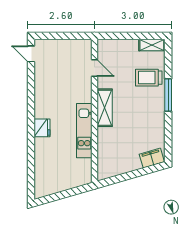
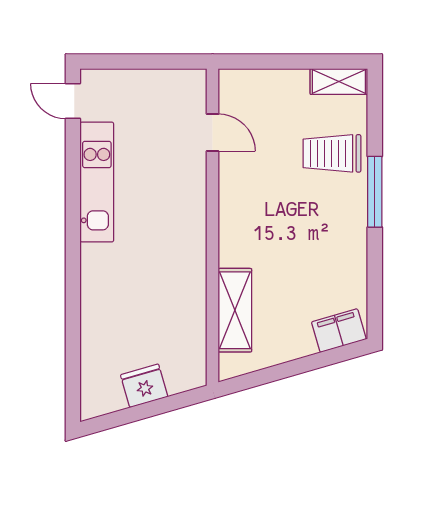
shelving: (105, 108) -> (235, 310), moved
fridge: (42, 128) -> (144, 386), moved, turned -106
kitchen unit: (84, 131) -> (97, 182), moved, turned 180

